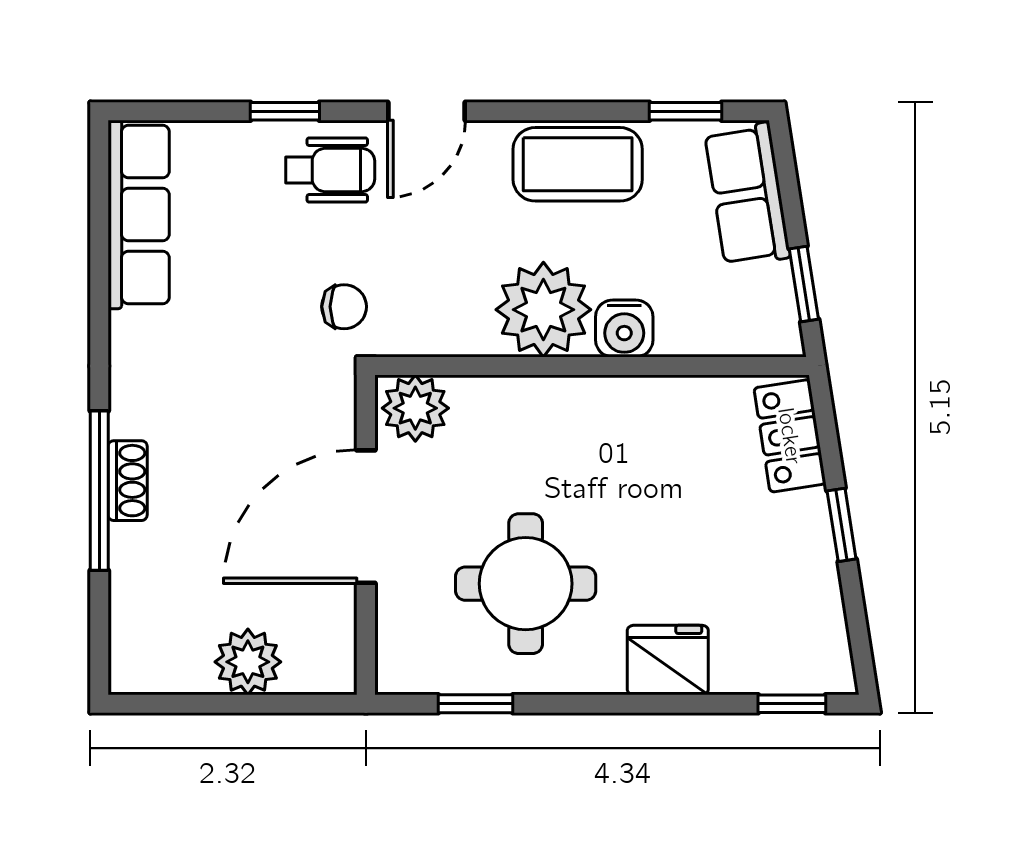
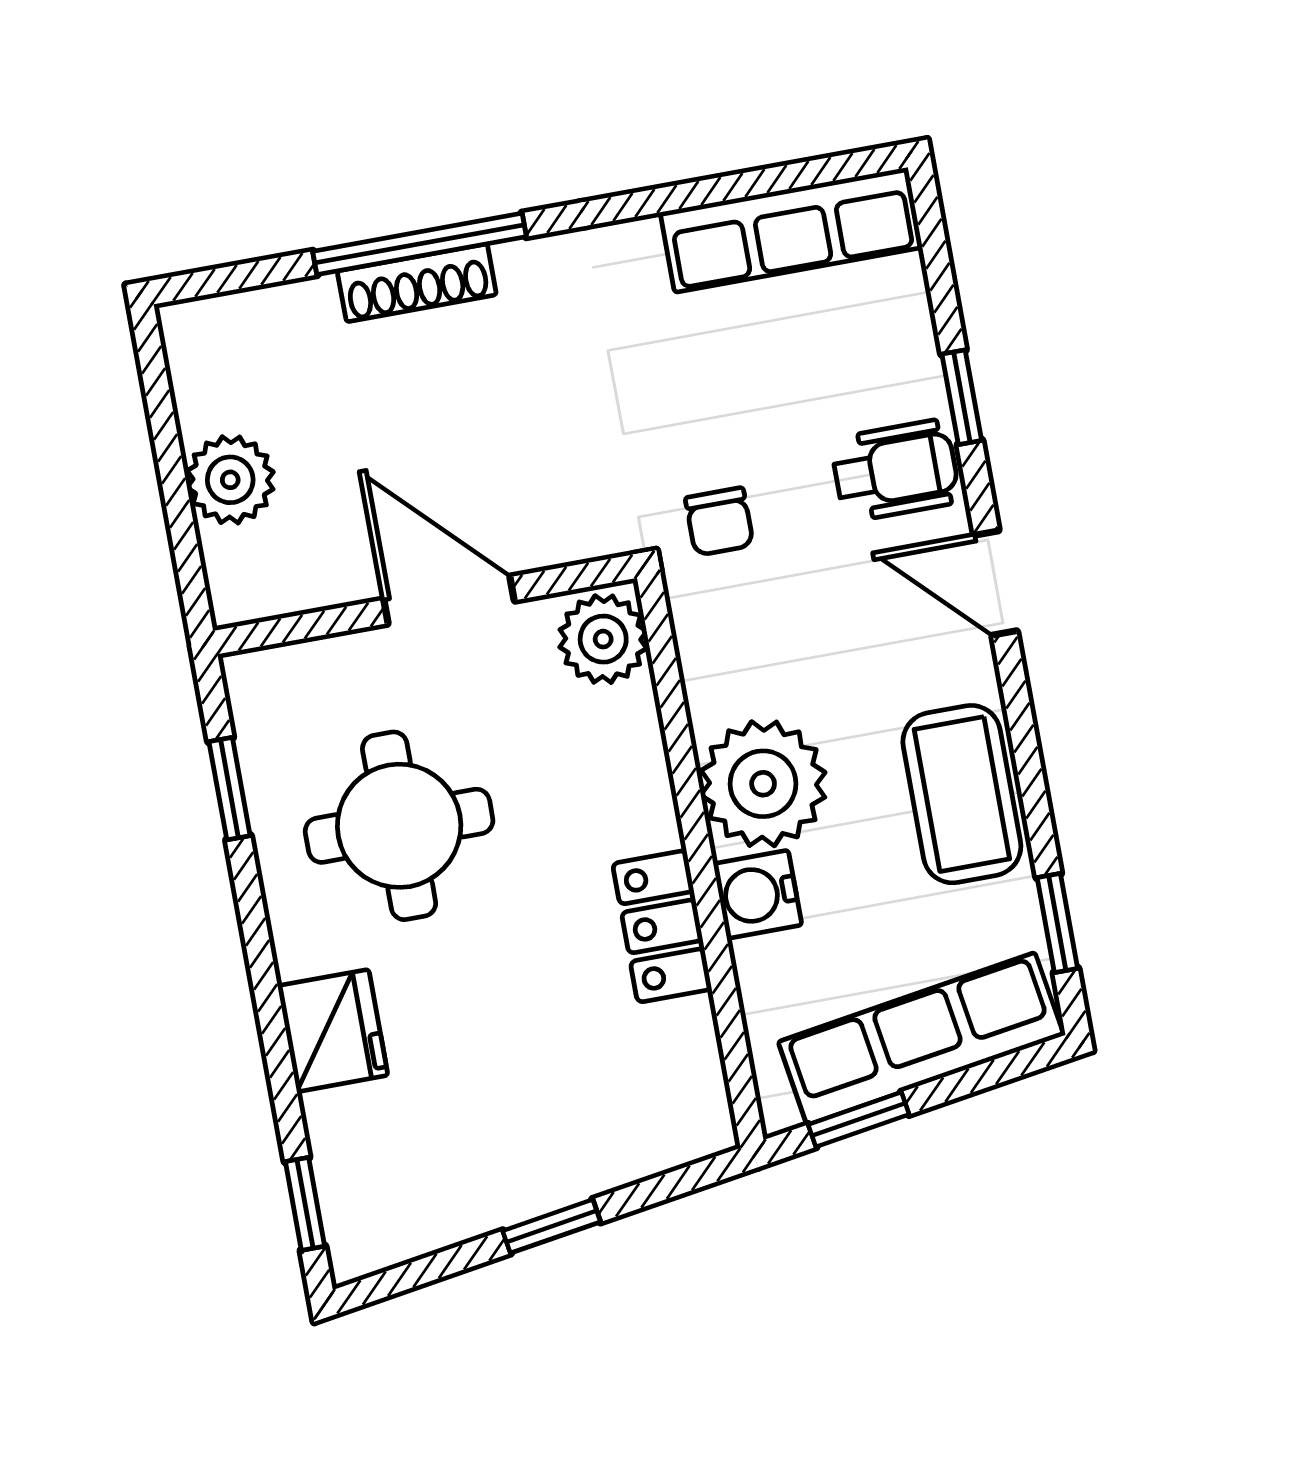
wheelchair: (330, 170) -> (895, 471), turned -90
row of seats: (747, 195) -> (921, 1039), width x1.48
locker: (790, 436) -> (662, 926), moved, turned -81
shoe rack: (128, 481) -> (417, 283), width x1.43
door: (366, 517) -> (449, 600), width x0.73

